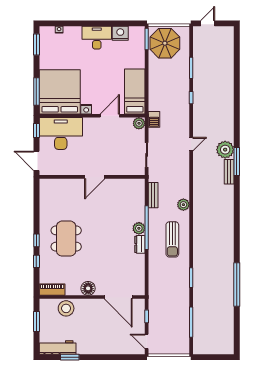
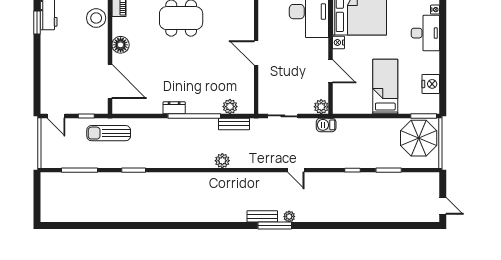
door: (208, 23) -> (443, 206), moved
desk: (97, 38) -> (425, 33), moved
bed: (135, 91) -> (385, 87), moved, turned -90
plant: (225, 150) -> (289, 216), width x0.53, depth x0.53
plant: (139, 228) -> (230, 107), moved
sun lounger: (172, 239) -> (109, 133), moved
window: (237, 284) -> (125, 226), removed
door: (118, 297) -> (110, 81), swing flipped
door: (147, 341) -> (56, 116), swing flipped

